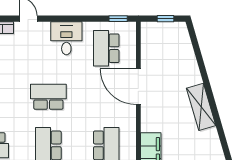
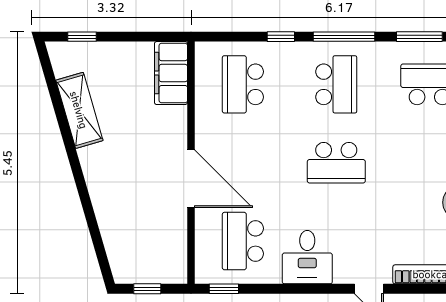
school desk: (106, 48) -> (243, 241), turned 180
shelving: (201, 107) -> (79, 110), moved

